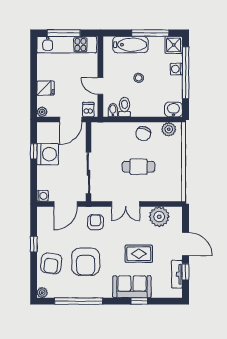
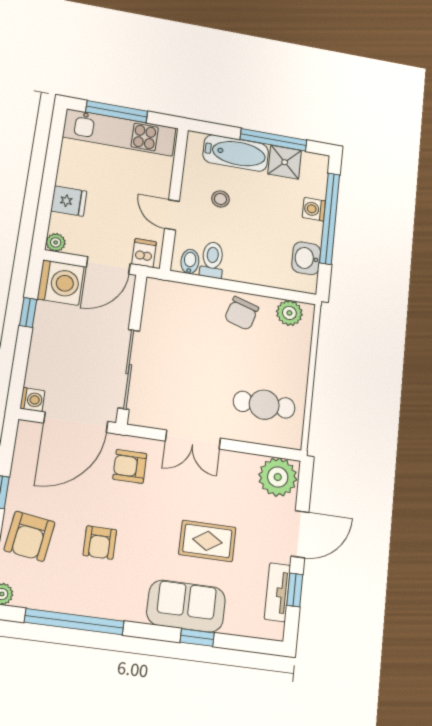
shower: (174, 45) -> (285, 162), moved
stool: (139, 78) -> (220, 199), moved
washbasin: (173, 109) -> (306, 258), moved, turned -90
washing machine: (48, 154) -> (61, 283), moved
cafe table: (138, 167) -> (264, 405), moved
door: (66, 204) -> (76, 422), width x1.36
plant: (159, 217) -> (278, 477), moved
armchair: (95, 222) -> (130, 466), turned -90
door: (186, 244) -> (300, 534), hinge flipped
armchair: (86, 262) -> (100, 543), width x0.53, depth x0.53

